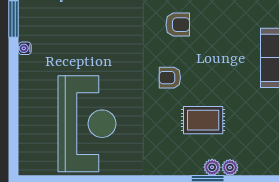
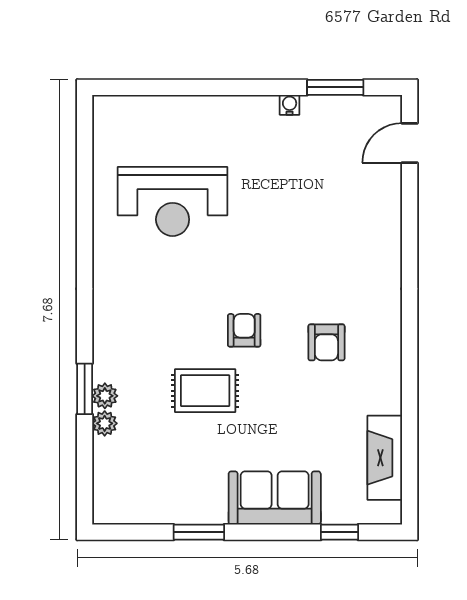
rug: (203, 120) -> (205, 391), moved, turned 90
reception desk: (87, 124) -> (173, 201), width x0.74, depth x0.77

